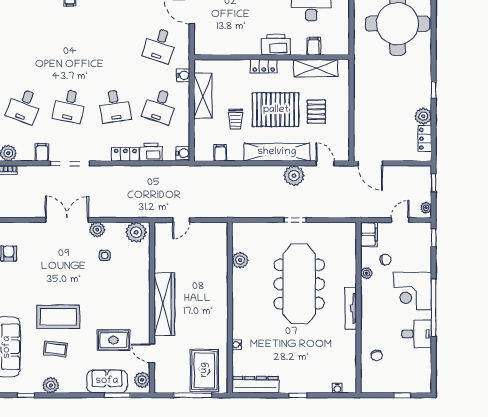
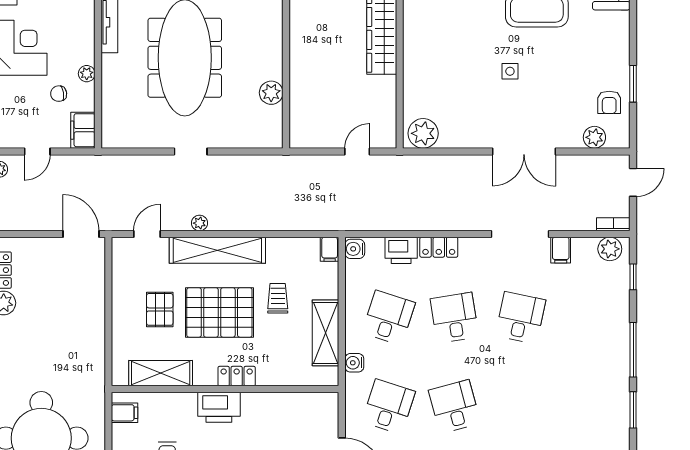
filing cabinet: (314, 46) -> (125, 413), moved, turned -90
desk: (24, 106) -> (454, 407), moved, turned -36
filing cabinet: (220, 153) -> (330, 249), moved
door: (325, 163) -> (147, 234), swing flipped
plant: (294, 176) -> (199, 223), width x0.53, depth x0.53
plant: (97, 230) -> (594, 137), moved
side table: (105, 255) -> (510, 71), moved

